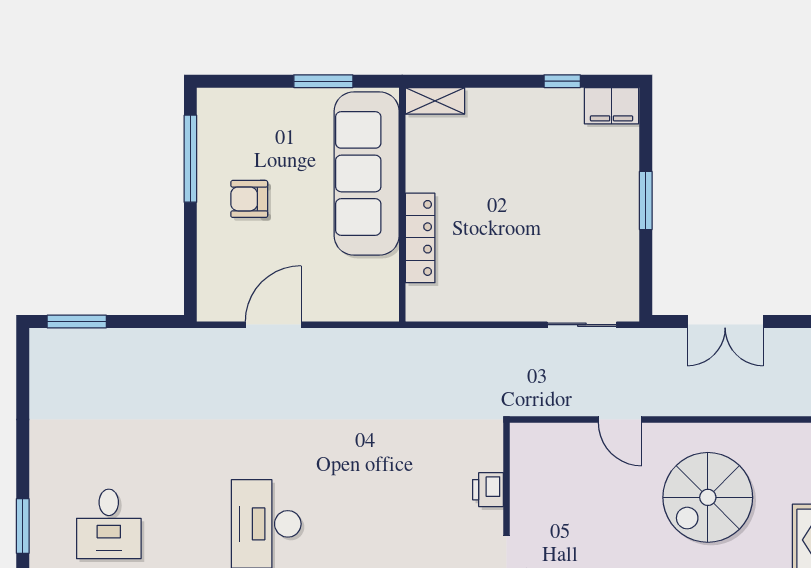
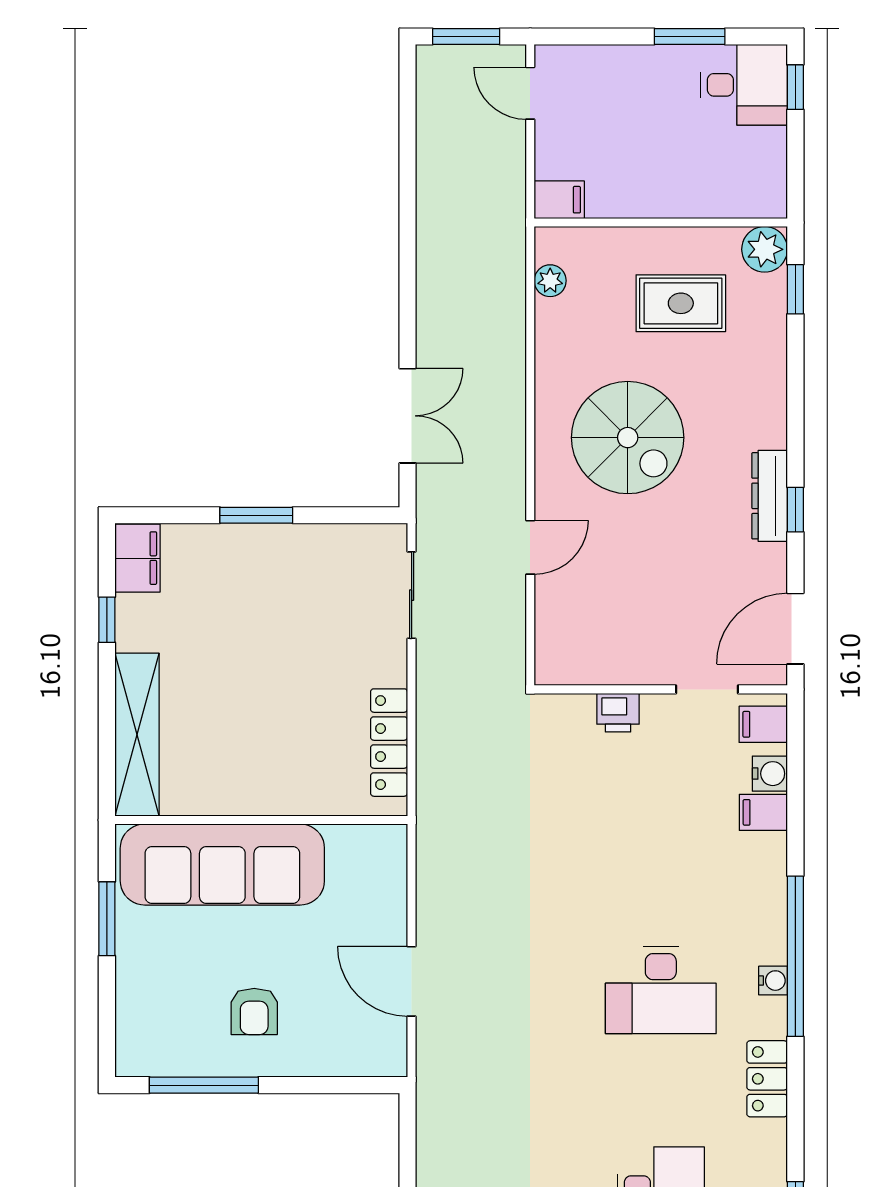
shelving: (435, 101) -> (137, 735), width x2.20, depth x1.33
locker: (420, 238) -> (389, 743), moved, turned -90

